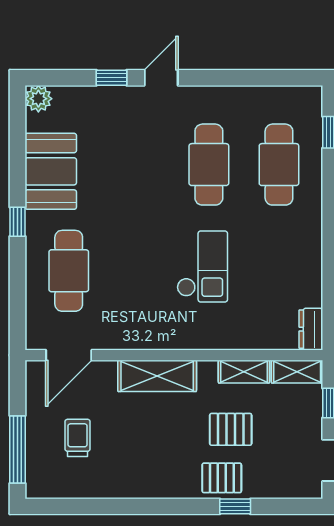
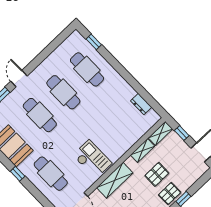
cafe table: (139, 165) -> (40, 115), added
checkout: (202, 266) -> (92, 159), moved
dresser: (311, 329) -> (141, 104), moved

